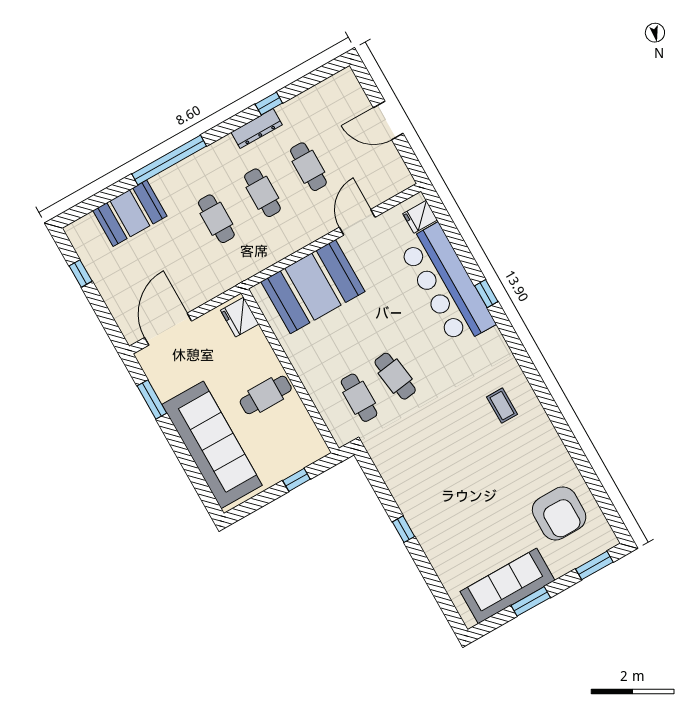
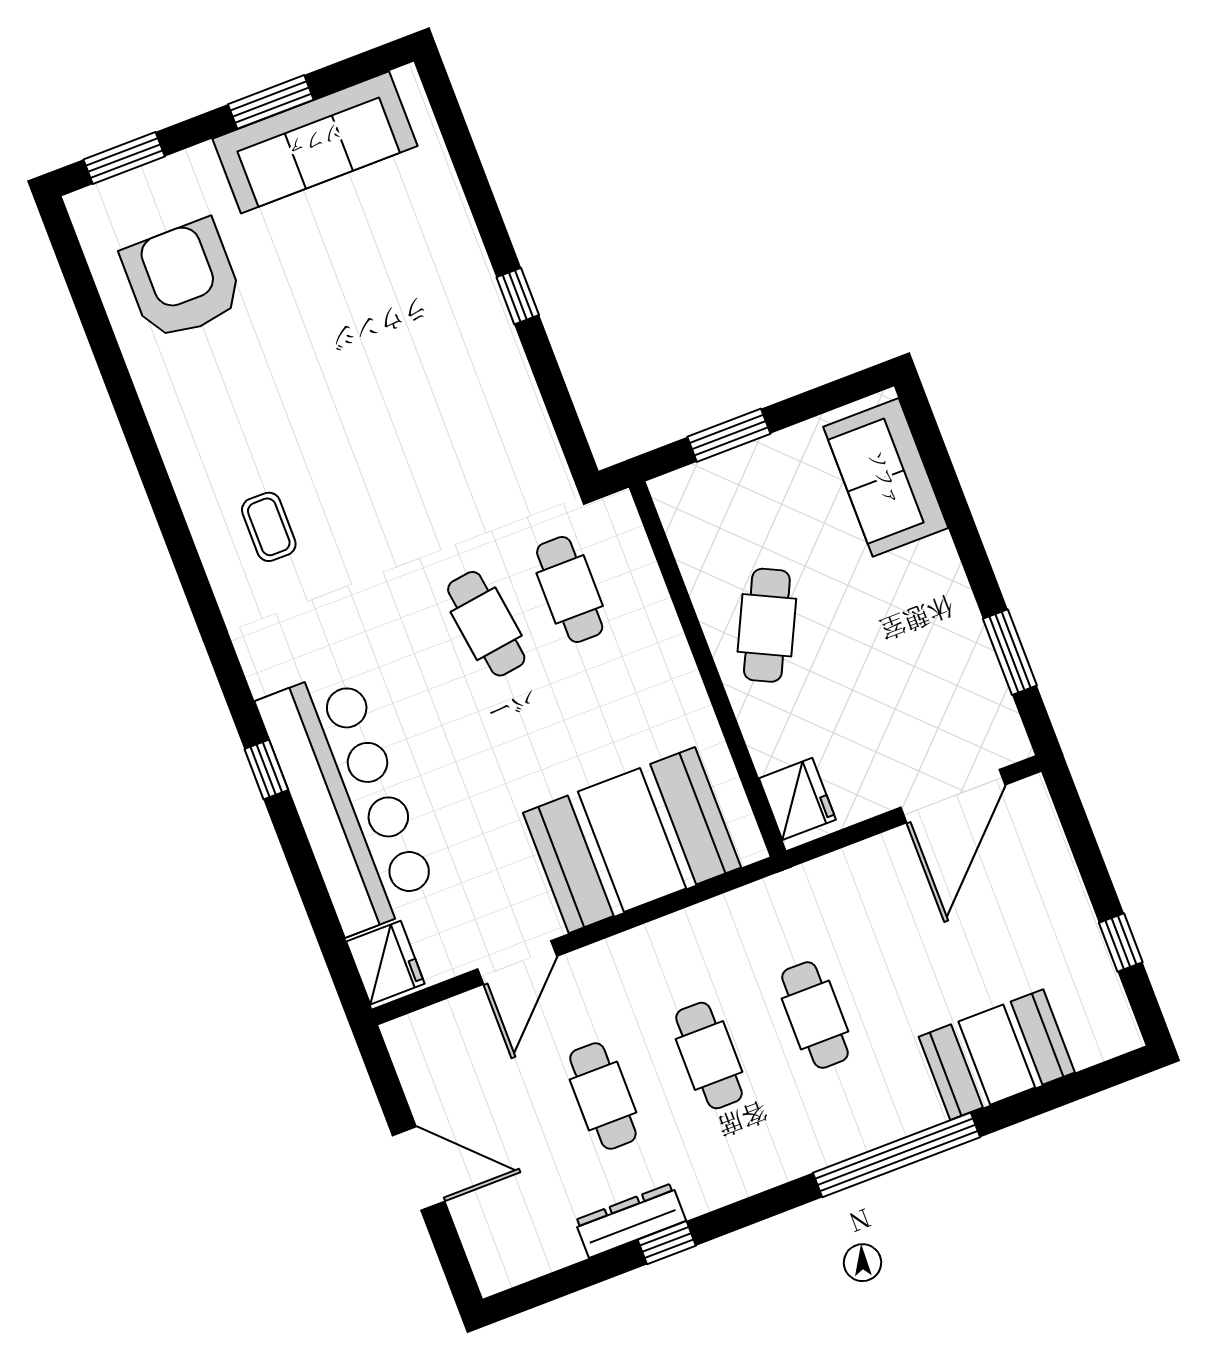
dresser: (257, 129) -> (630, 1220), moved
fridge: (420, 217) -> (385, 963), width x1.38
cafe table: (266, 395) -> (767, 625), turned -64
sofa: (212, 445) -> (886, 477), width x0.54, depth x0.79
window: (296, 480) -> (729, 435), width x1.50

